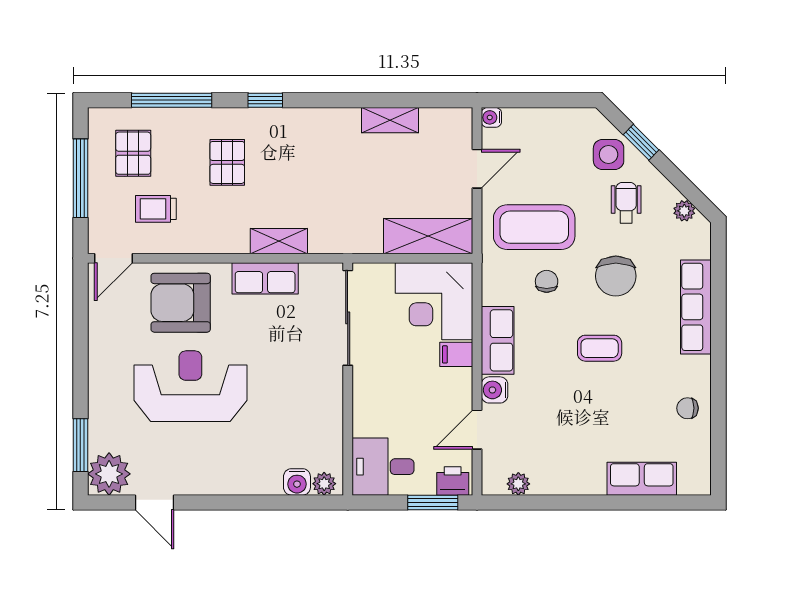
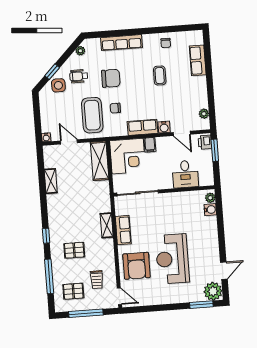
coffee table: (600, 348) -> (160, 76), moved
desk: (383, 467) -> (185, 174), moved

